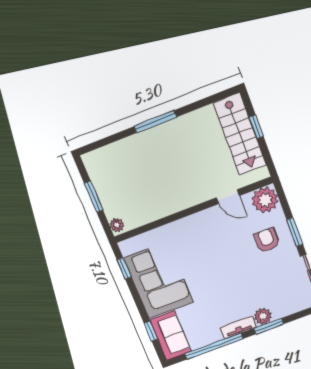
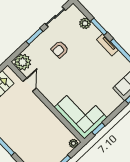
armchair: (267, 240) -> (60, 49), moved
corner sofa: (159, 280) -> (81, 112), moved, turned 90
plant: (263, 316) -> (85, 23), moved

